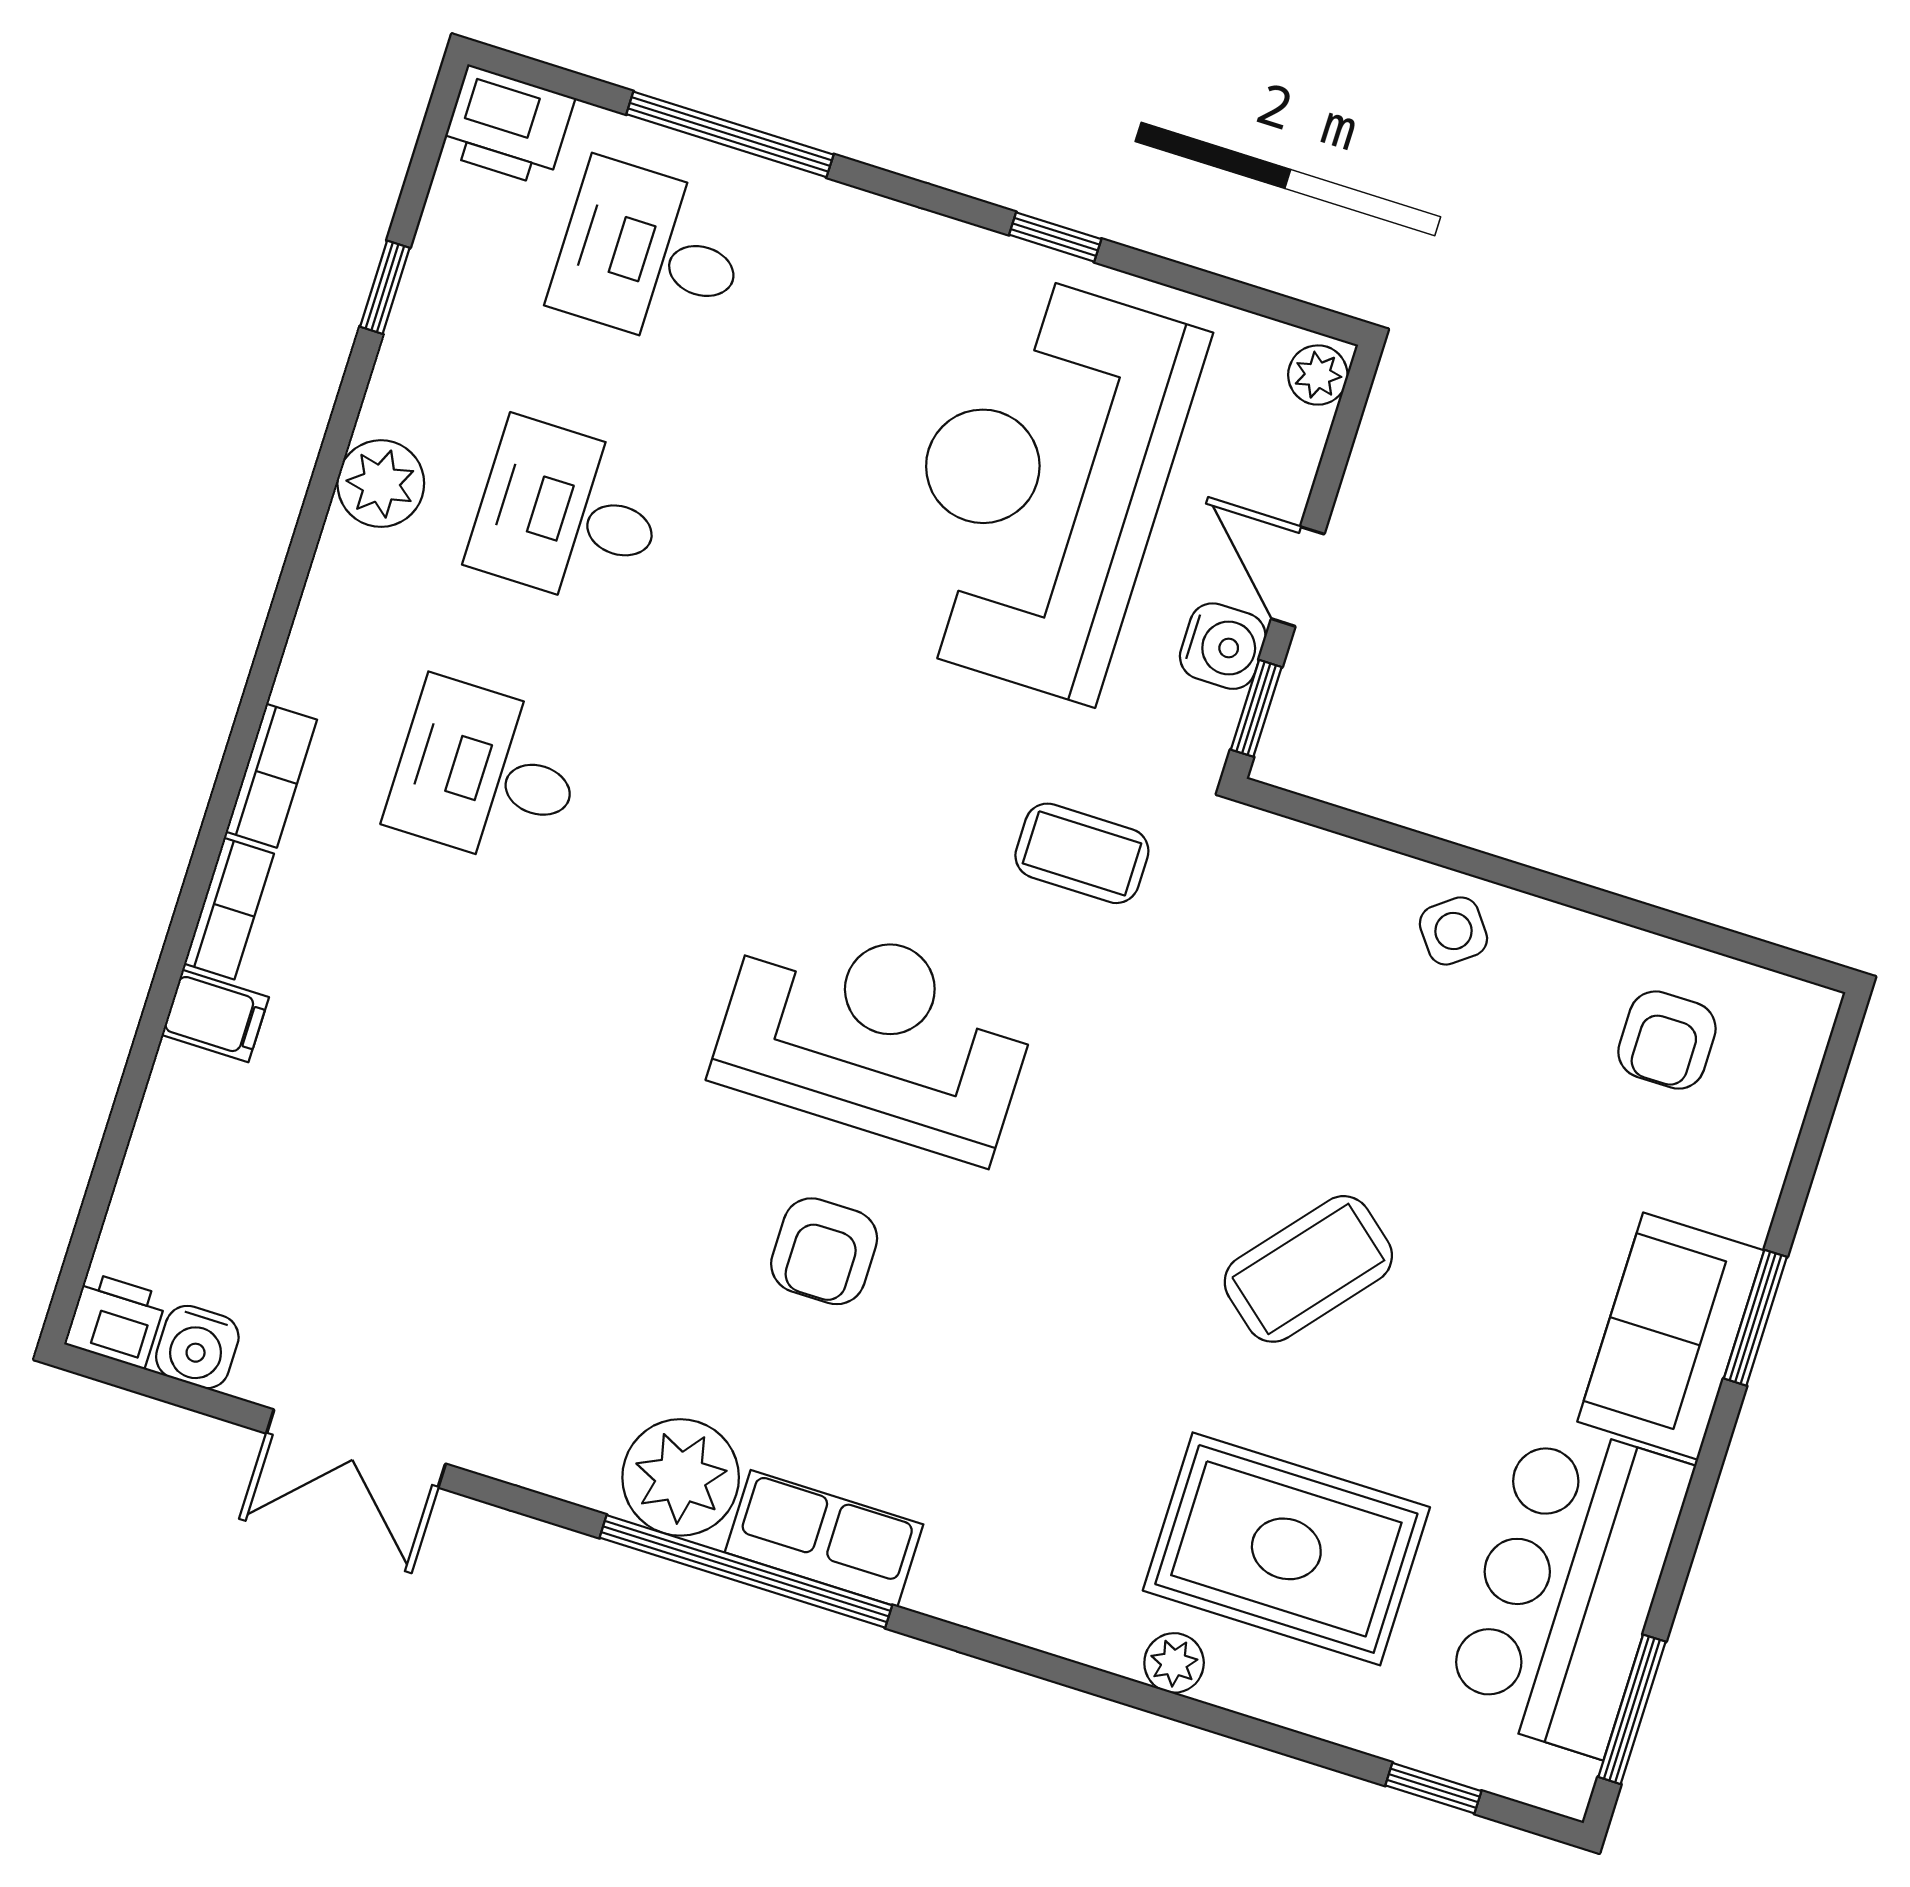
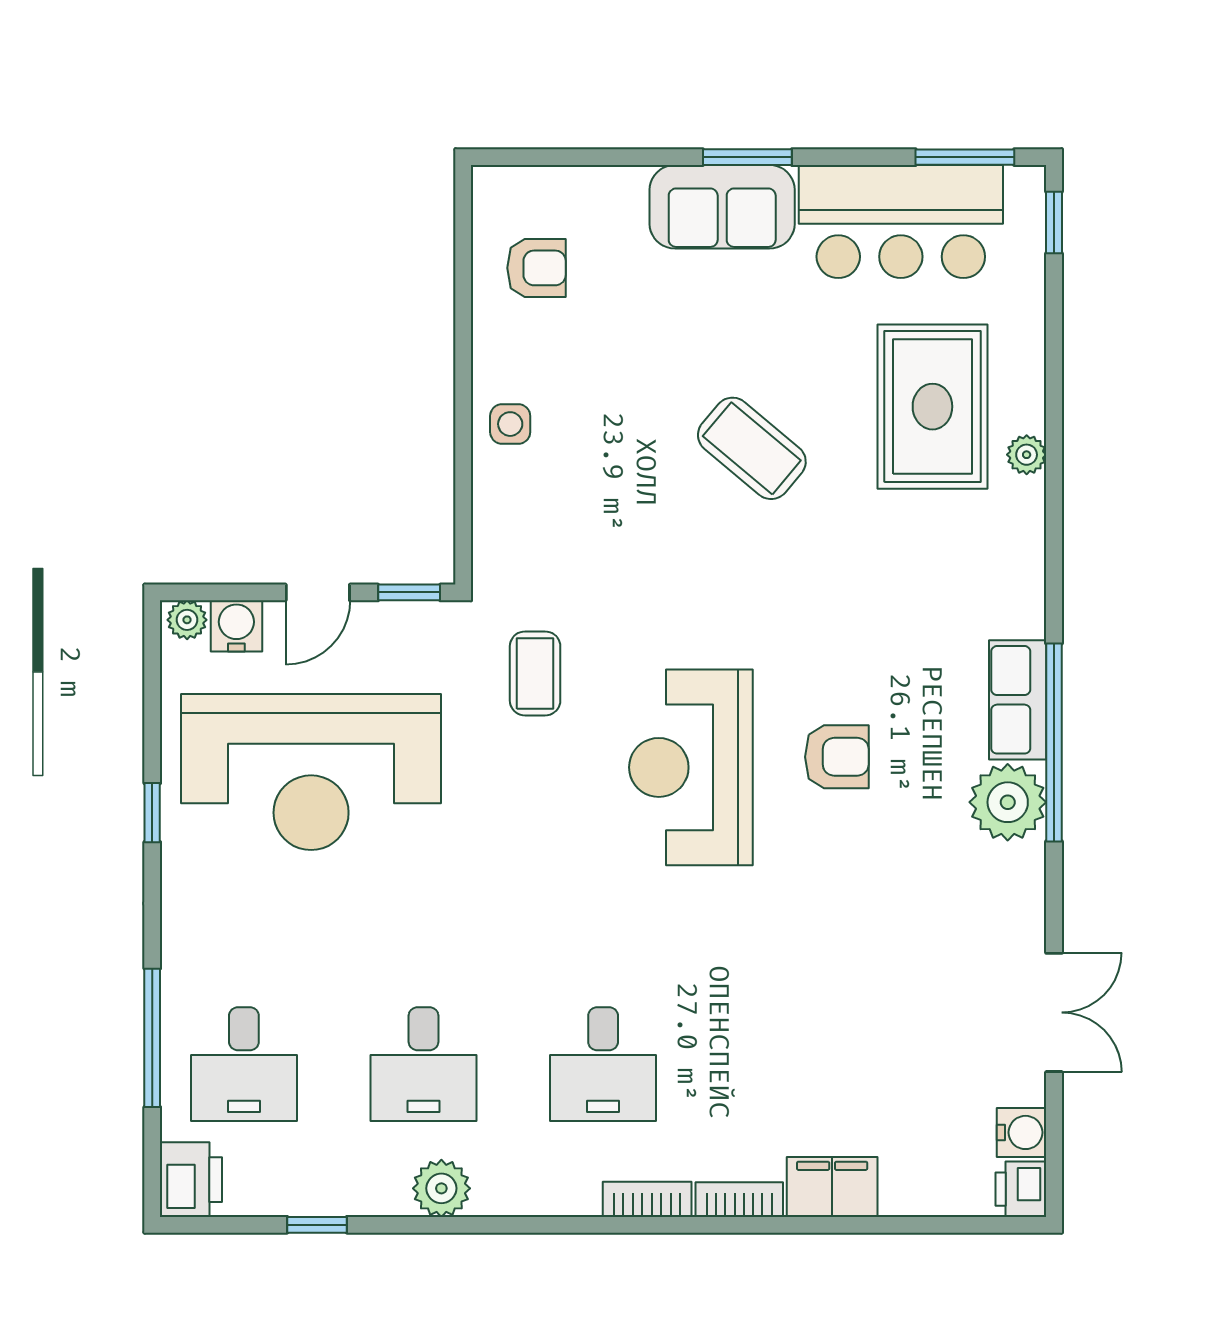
water cooler: (1223, 646) -> (236, 626), moved
side table: (1453, 931) -> (510, 424), turned 37
filing cabinet: (215, 1016) -> (832, 1187), width x2.00
window: (1755, 1318) -> (747, 157), moved
window: (1433, 1788) -> (1054, 222), moved

